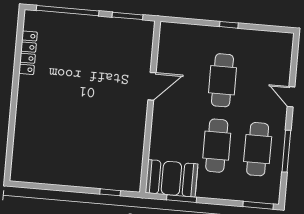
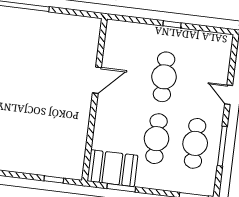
window: (127, 16) -> (76, 13), removed

